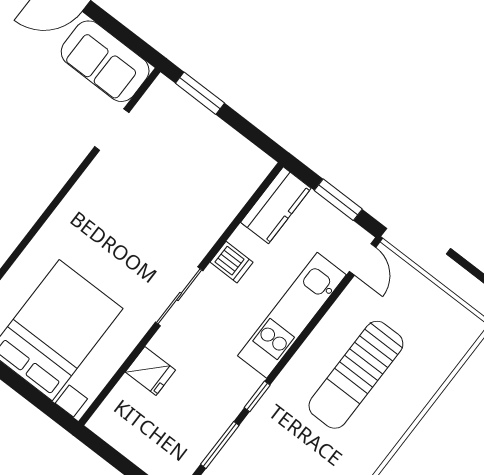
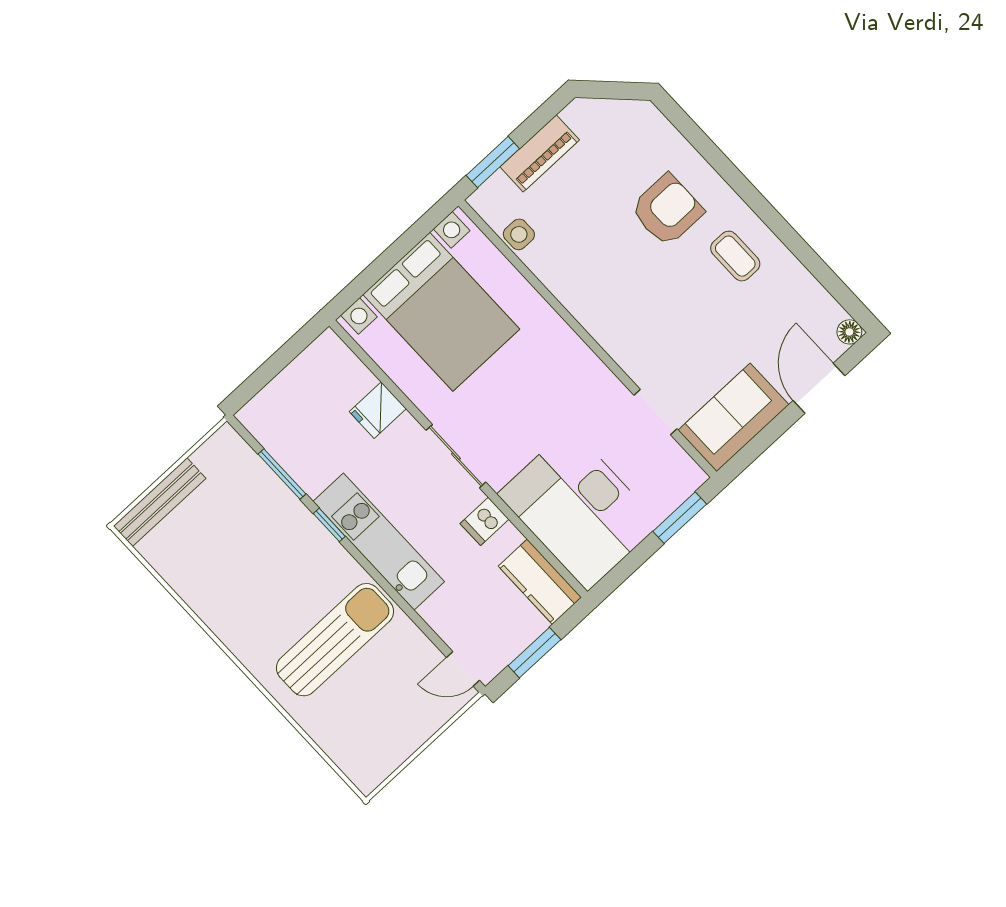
desk: (207, 182) -> (579, 509), added
kitchen unit: (292, 315) -> (379, 542), moved
sun lounger: (356, 375) -> (335, 640), turned 90

